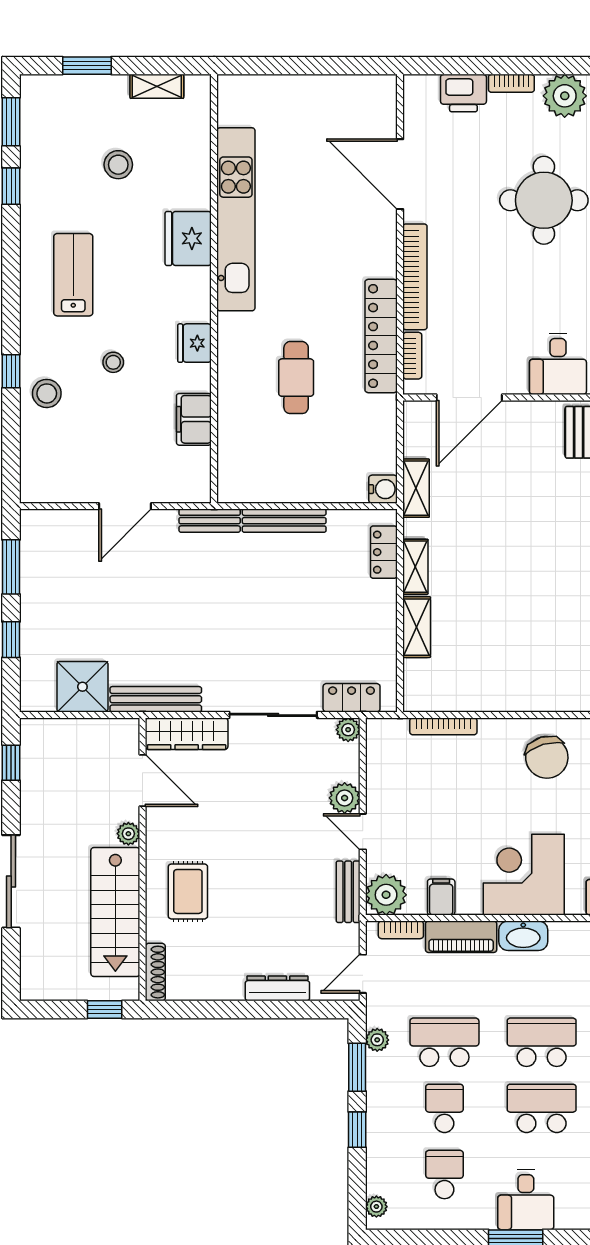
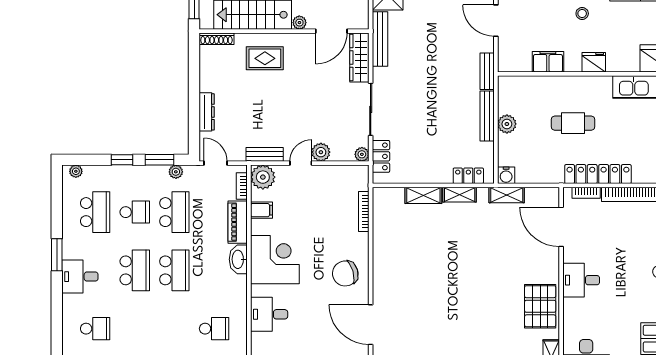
plant: (298, 488) -> (507, 124), added
school desk: (444, 1175) -> (95, 212), width x1.85
desk: (526, 1200) -> (80, 277), moved

